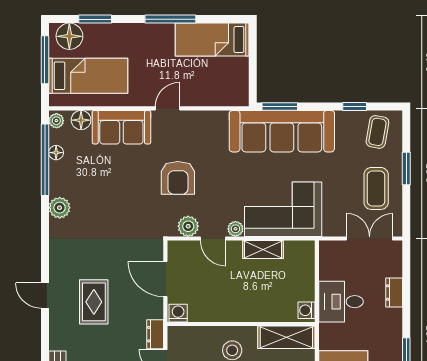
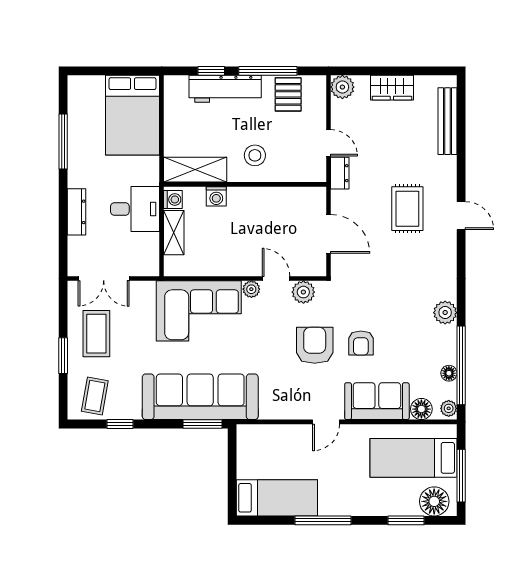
armchair: (136, 180) -> (361, 343), added
shelving: (263, 250) -> (174, 233), moved, turned 90
dresser: (394, 293) -> (77, 212), width x1.44
washing machine: (178, 313) -> (216, 196), moved

